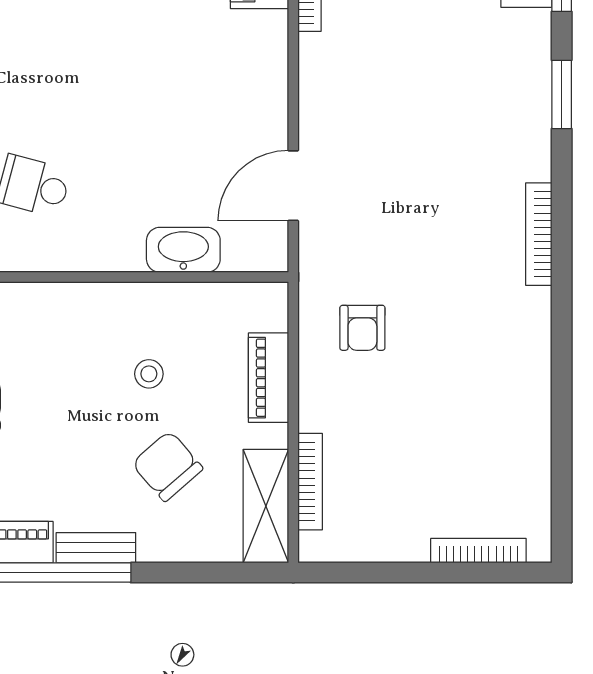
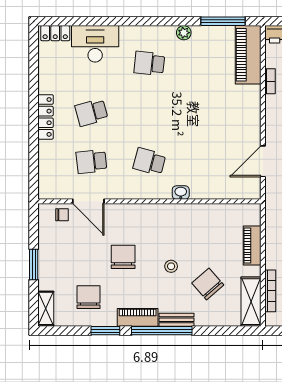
washbasin: (183, 250) -> (181, 193), moved, width x0.52, depth x0.69
stool: (149, 374) -> (171, 266), moved

